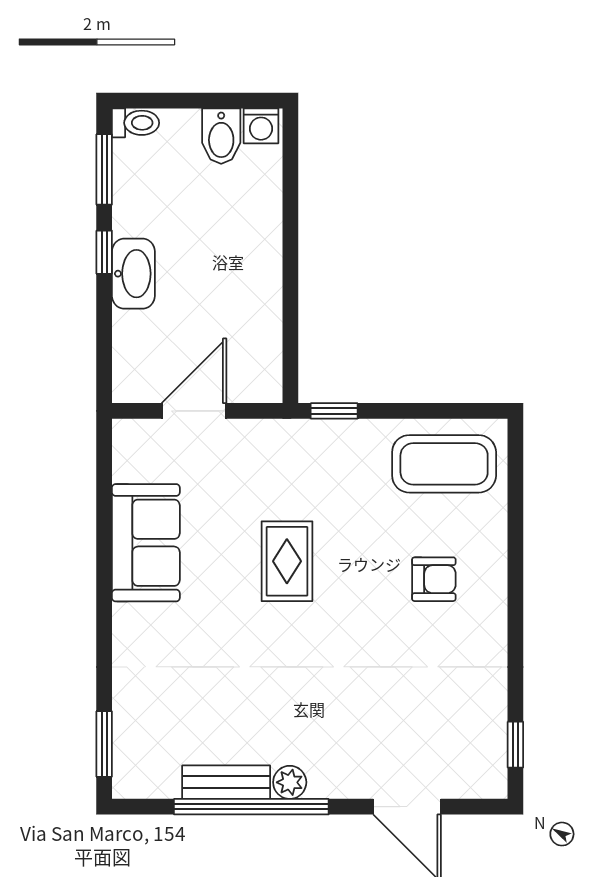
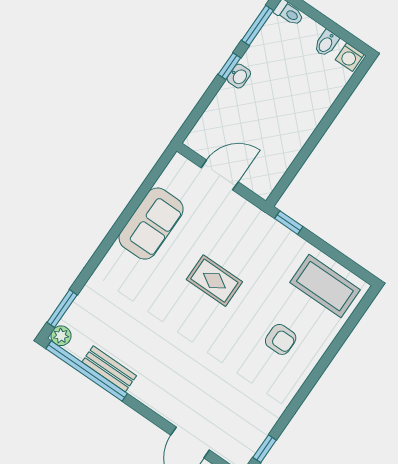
bidet: (221, 136) -> (326, 43), width x0.72, depth x0.74
washbasin: (133, 274) -> (239, 76), width x0.52, depth x0.69
rug: (287, 561) -> (214, 281), turned 90
plant: (290, 782) -> (61, 336), moved
window: (251, 807) -> (87, 371), moved

